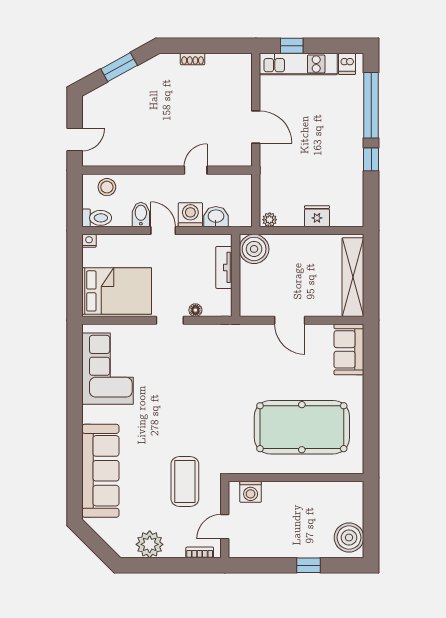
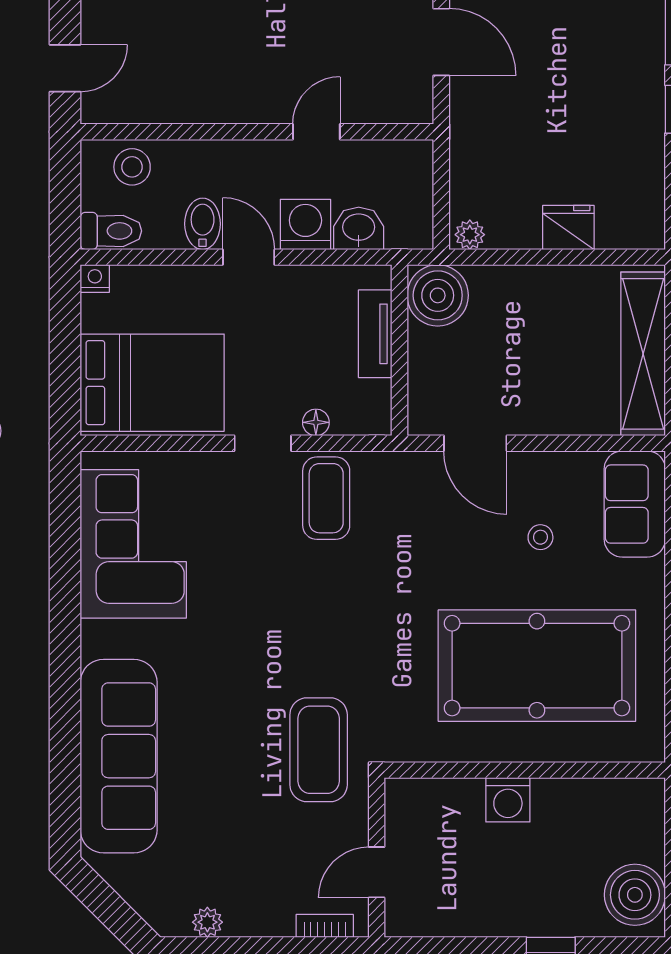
door: (290, 320) -> (475, 443), moved
coffee table: (200, 347) -> (326, 498), added
stool: (304, 365) -> (540, 537), added
coffee table: (185, 481) -> (319, 750), moved
washing machine: (251, 492) -> (508, 800), moved
plant: (150, 544) -> (207, 922), width x0.53, depth x0.53

